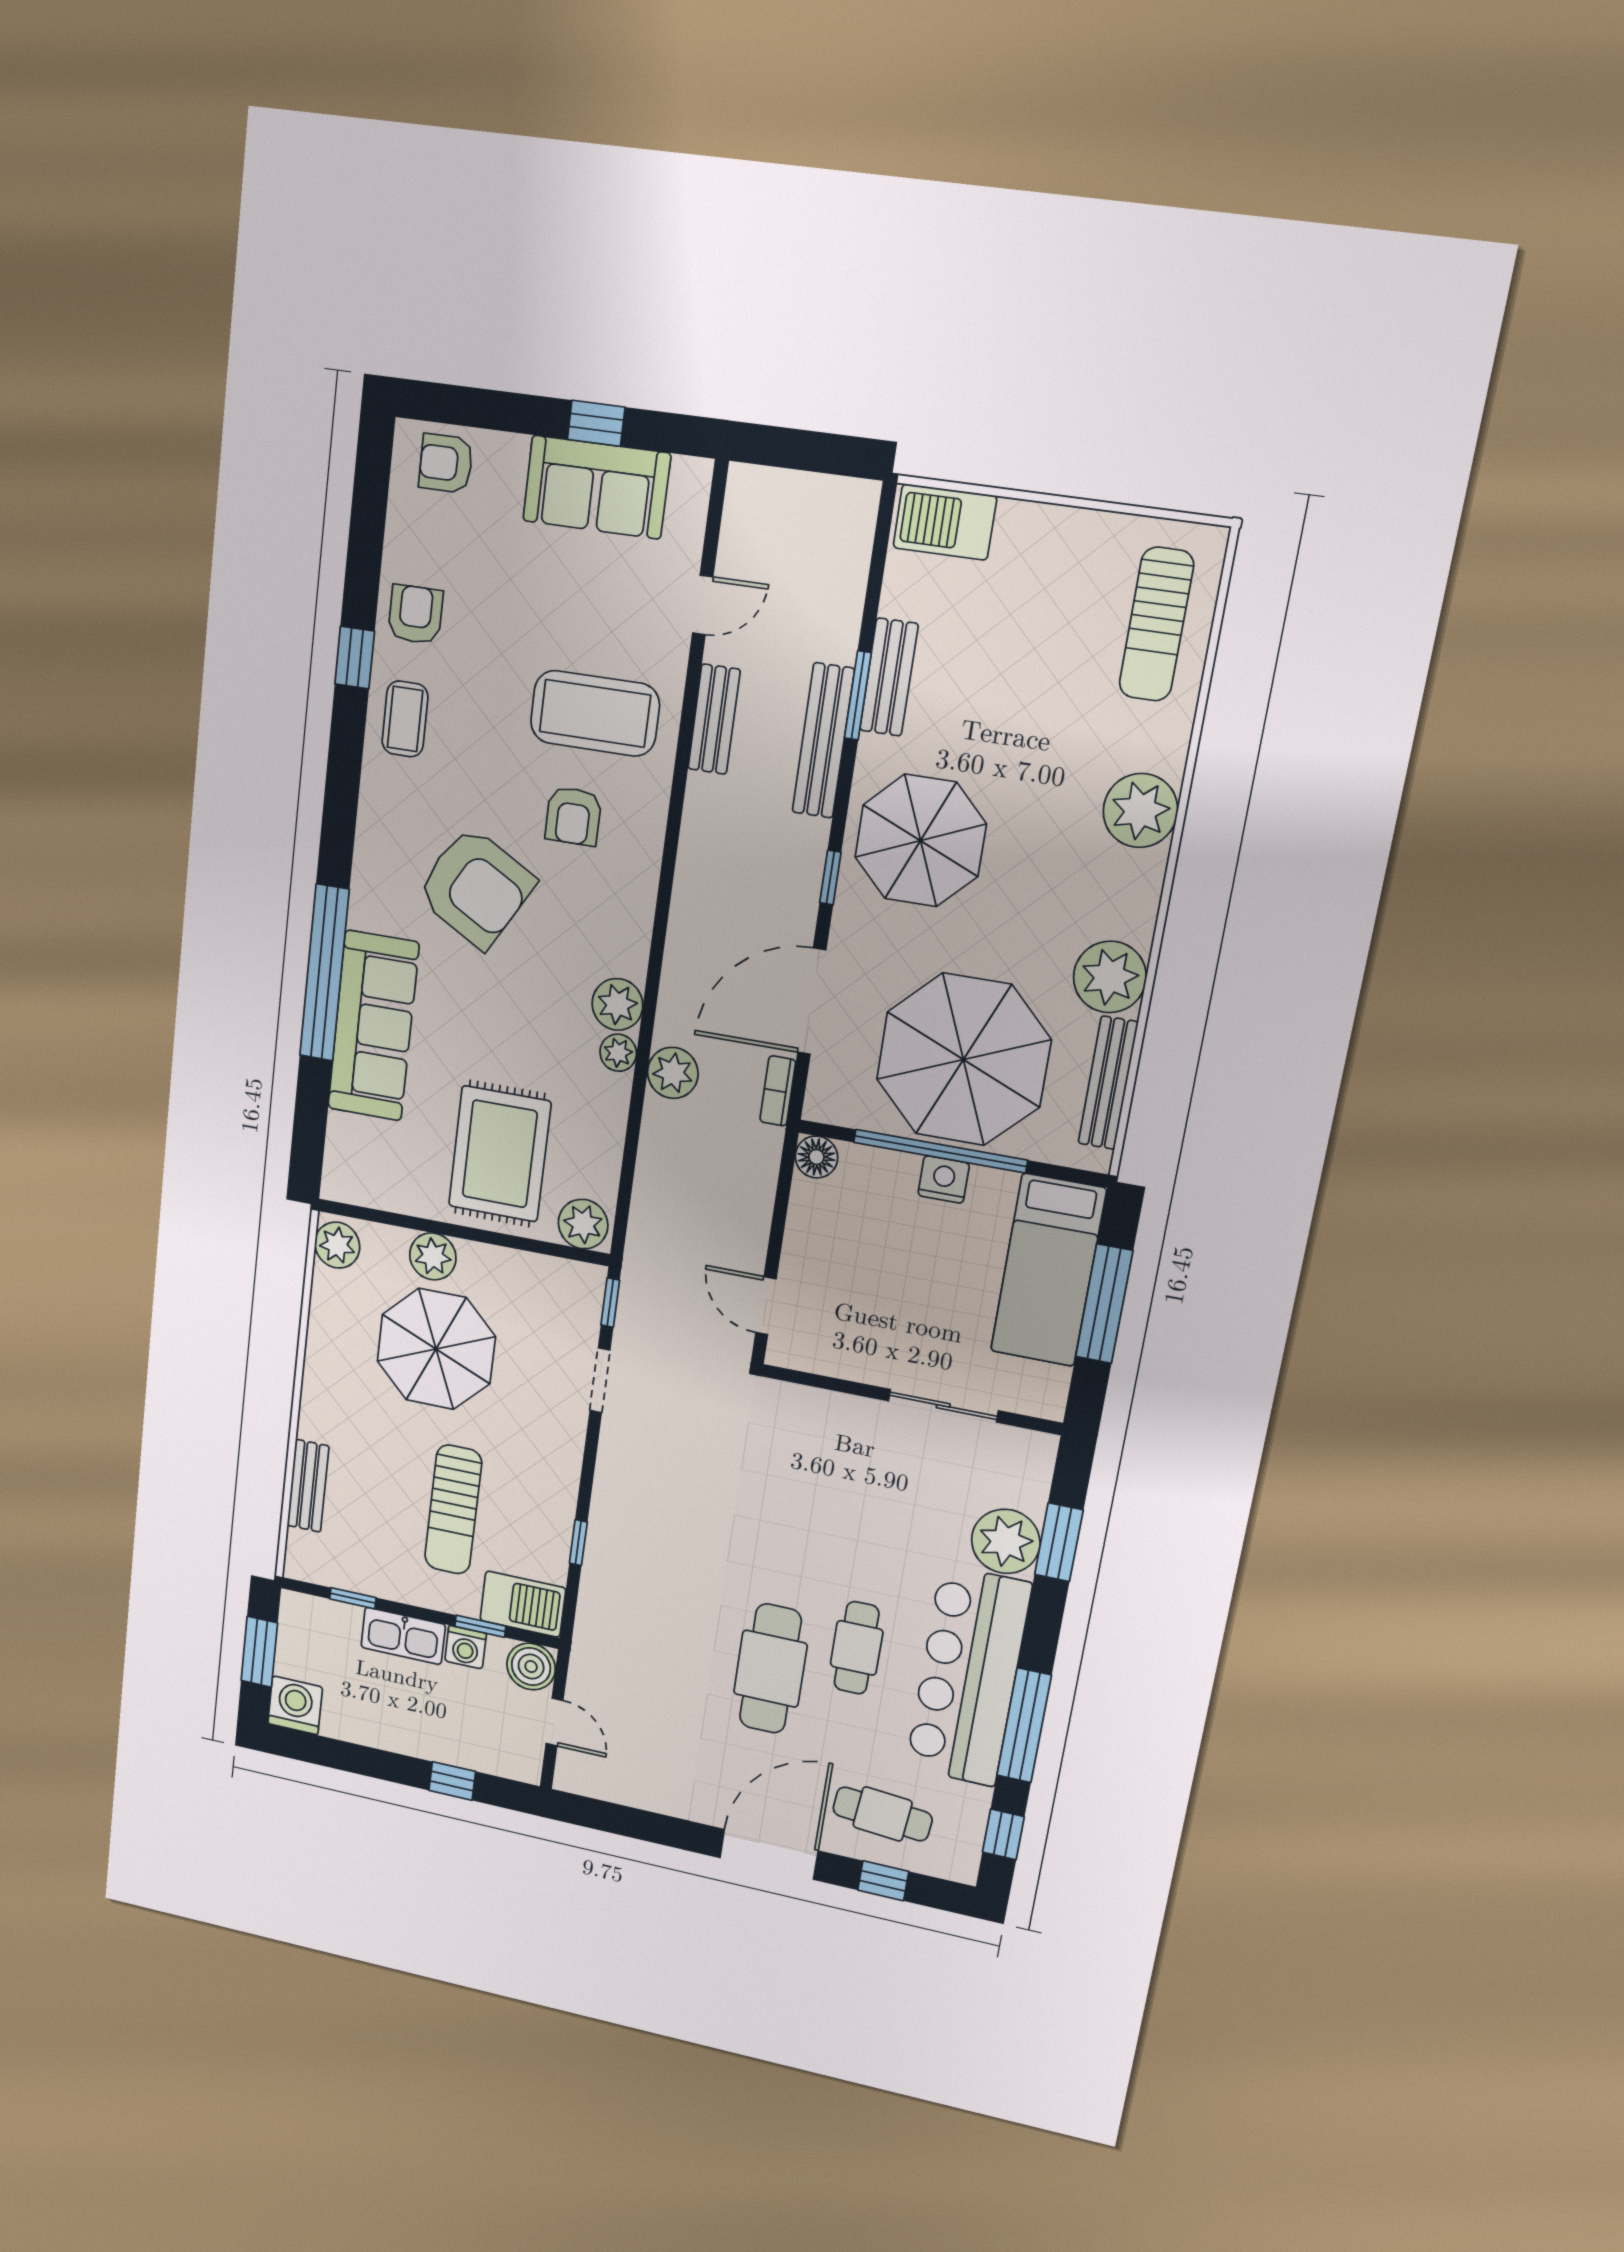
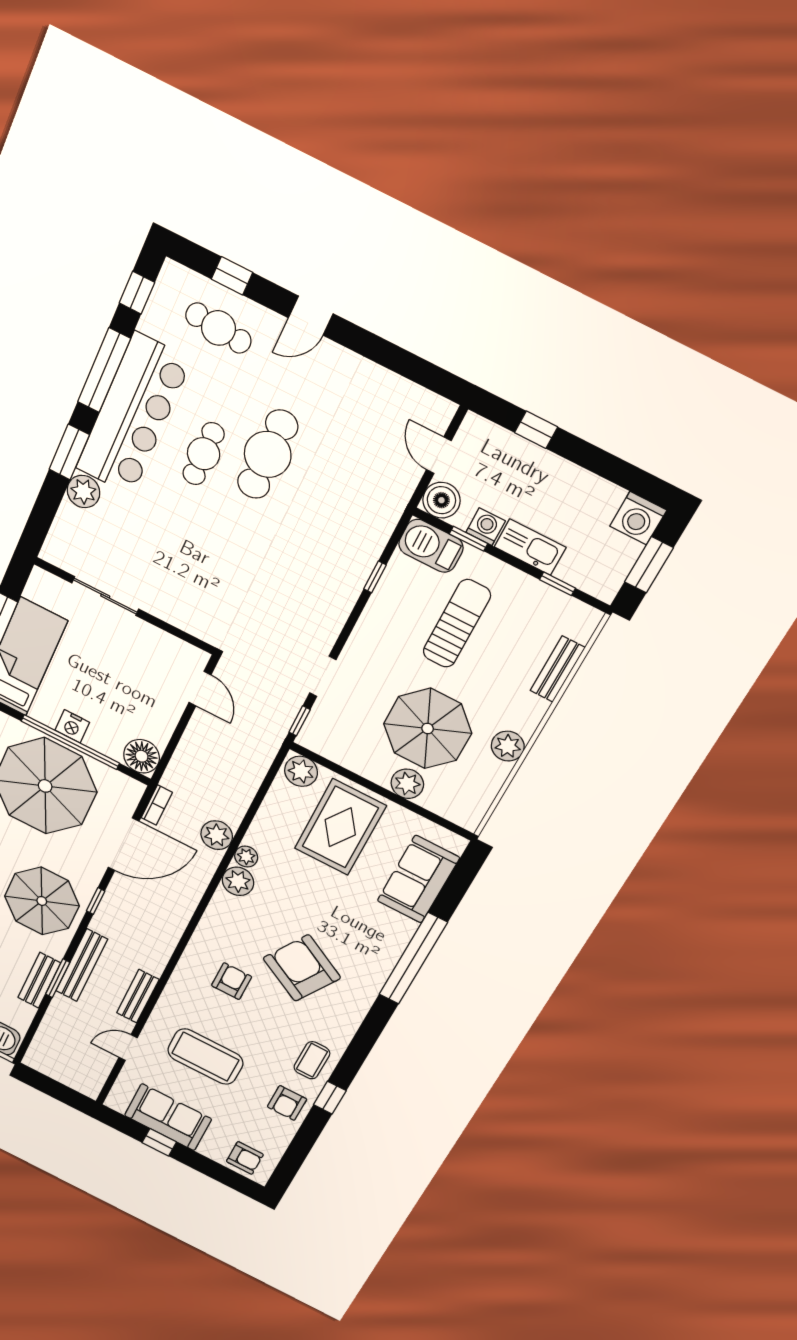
coffee table: (595, 713) -> (205, 1057), moved
sofa: (373, 1026) -> (418, 879), moved, width x0.73
floor lamp: (816, 1157) -> (142, 756), width x1.38, depth x1.38
plant: (337, 1245) -> (508, 746), moved
plant: (1006, 1541) -> (83, 492), width x0.73, depth x0.73
window: (1059, 1542) -> (69, 452), moved
door: (769, 1854) -> (311, 316), width x0.53

